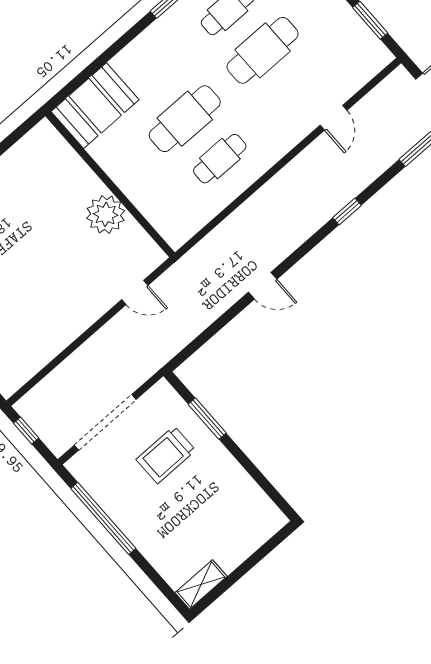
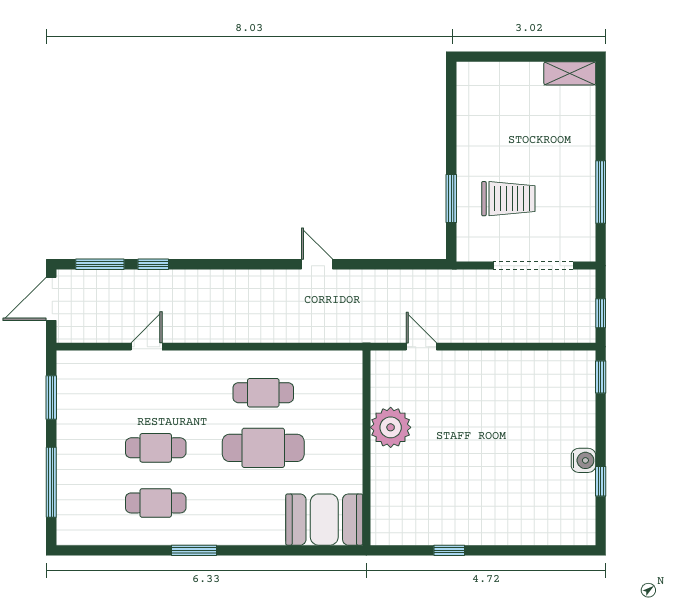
cafe table: (263, 50) -> (156, 448), width x0.73, depth x0.74
window: (347, 212) -> (153, 264), moved
window: (103, 518) -> (601, 192), width x0.68

